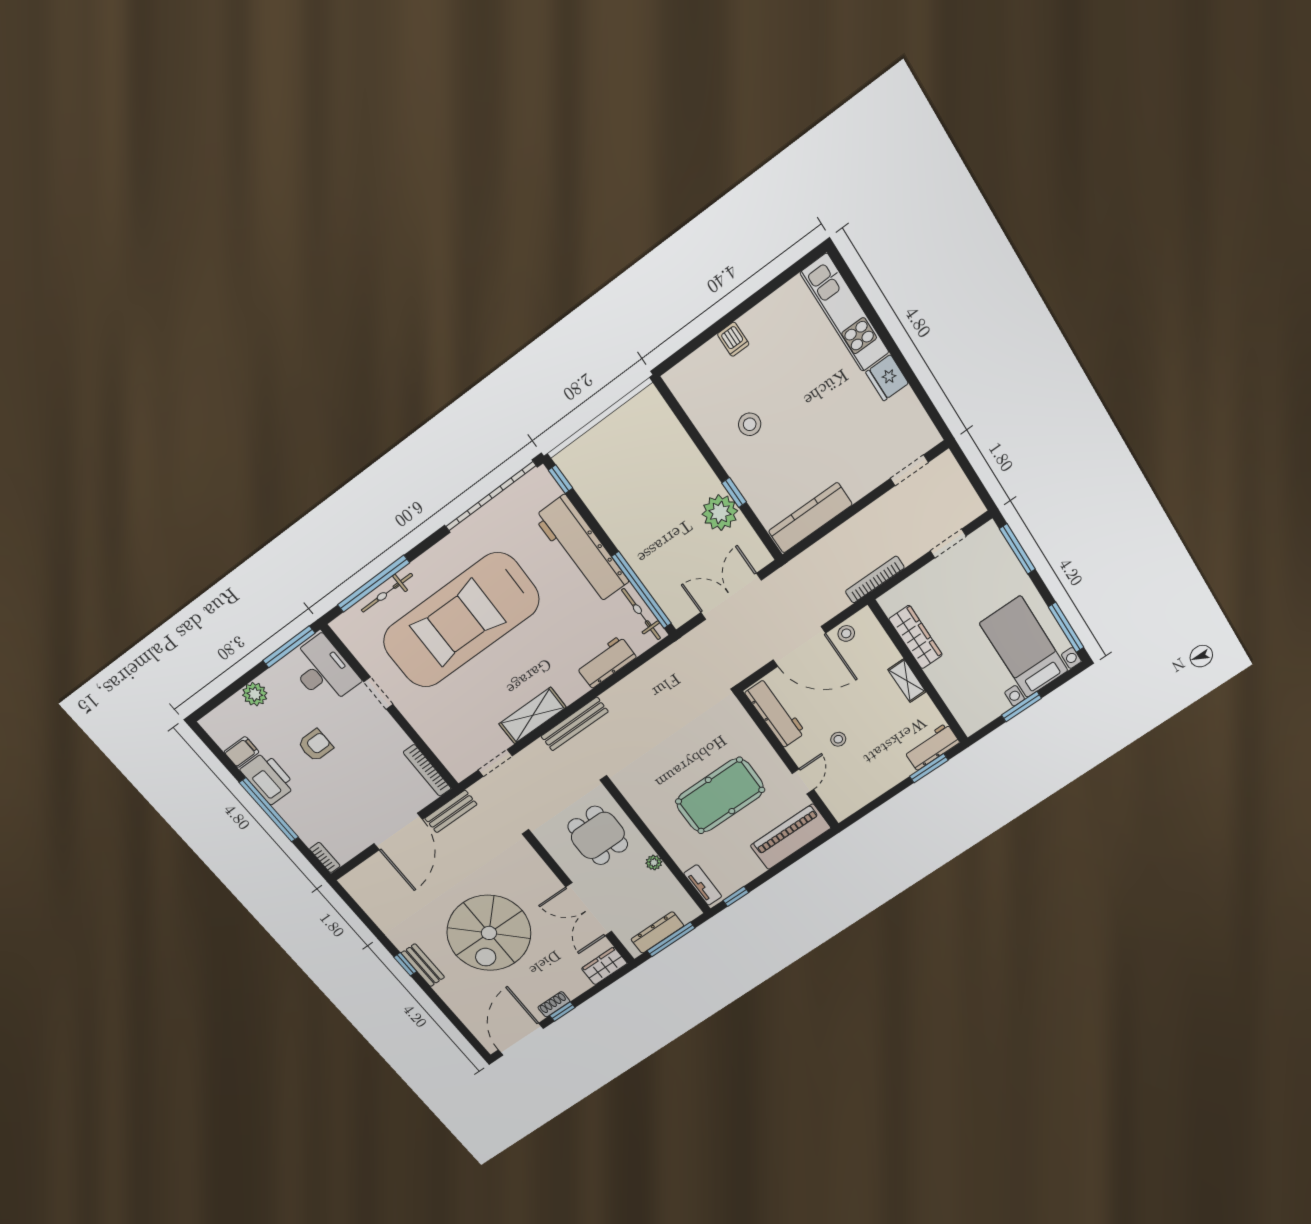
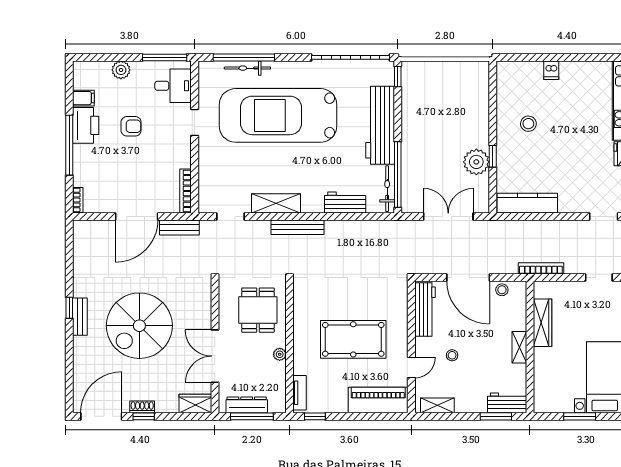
desk: (323, 671) -> (173, 86), width x0.73
shelving: (858, 800) -> (437, 405), added

